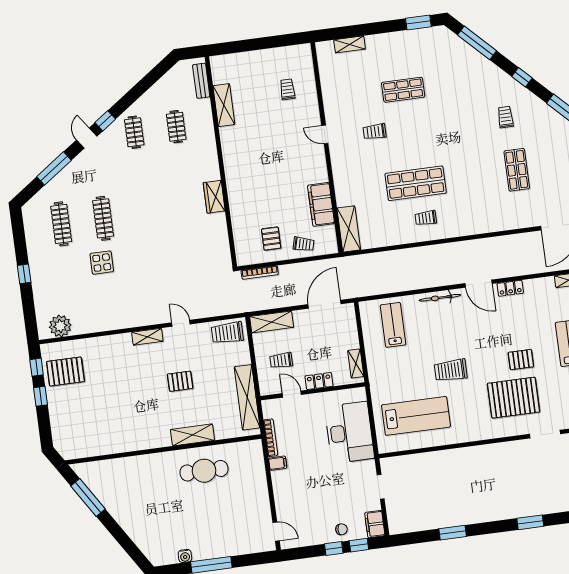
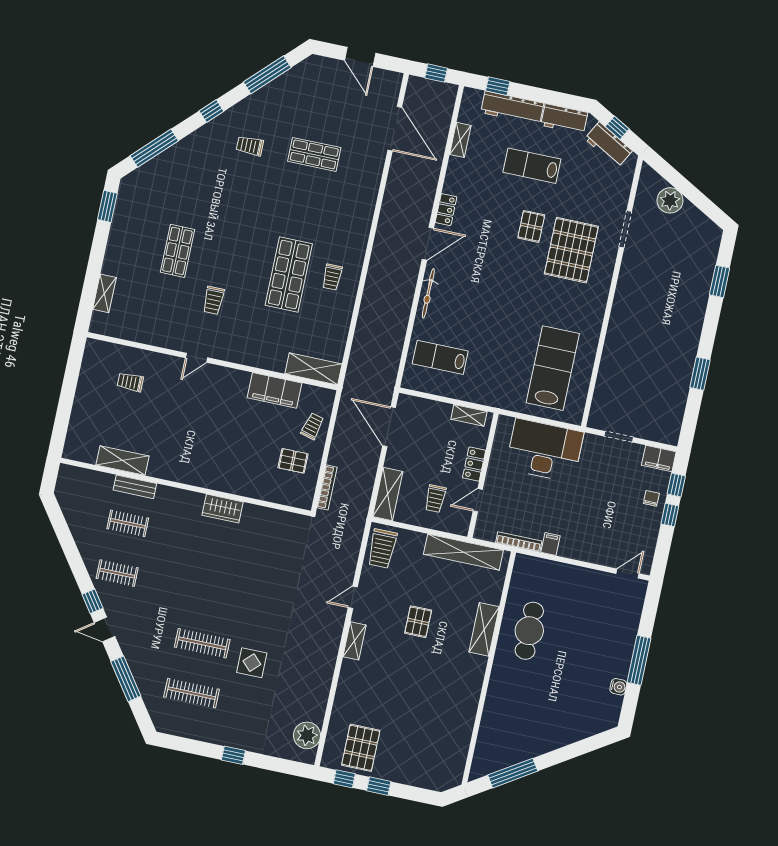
bench: (201, 81) -> (135, 487), moved
trolley: (451, 370) -> (515, 310), removed

